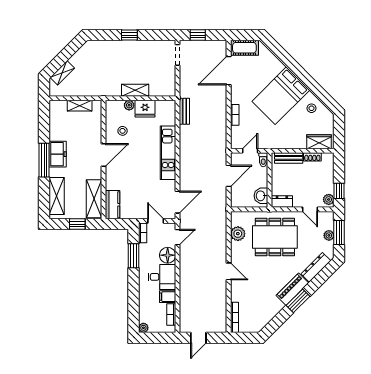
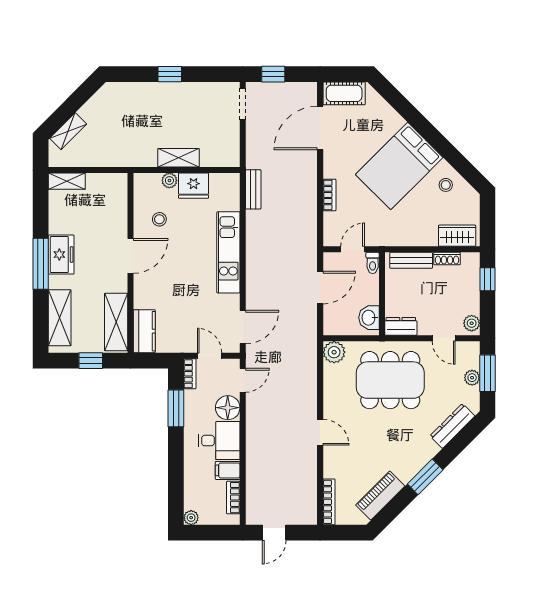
shelving: (80, 106) -> (67, 181), moved
window: (339, 191) -> (488, 279), moved
plant: (238, 234) -> (334, 352), moved
piano: (292, 289) -> (380, 496), moved

